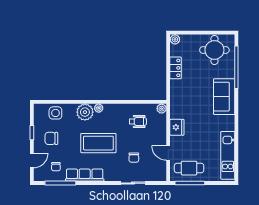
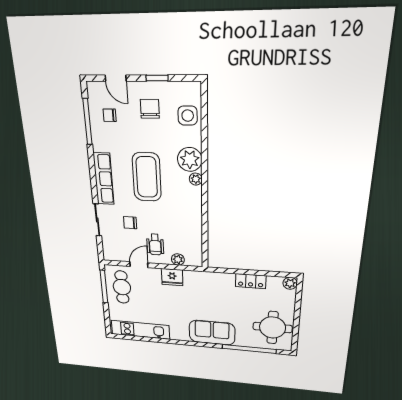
plant: (162, 109) -> (178, 259), moved
wheelchair: (138, 122) -> (155, 245), moved
row of seats: (85, 175) -> (104, 179), moved

